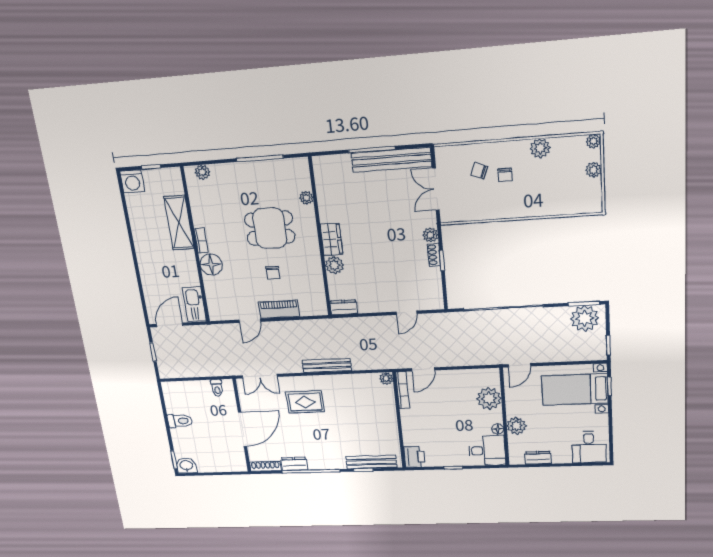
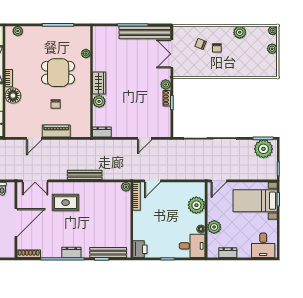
dresser: (294, 464) -> (71, 252), moved

